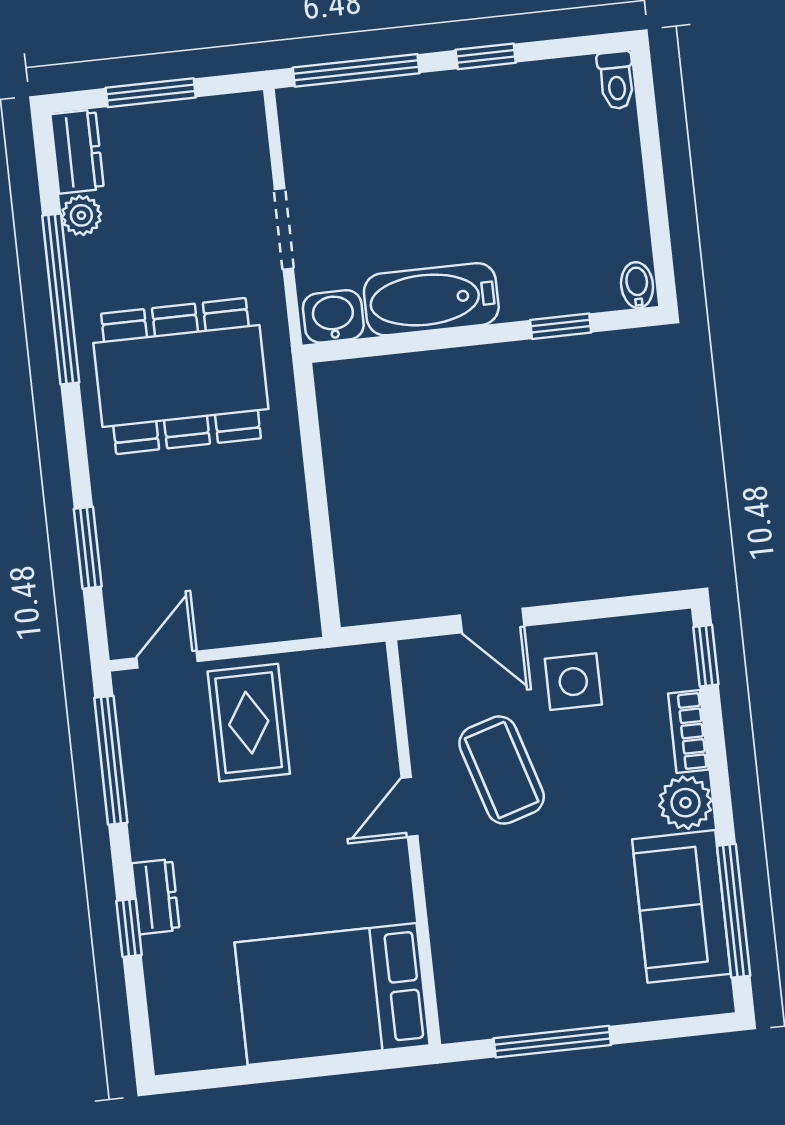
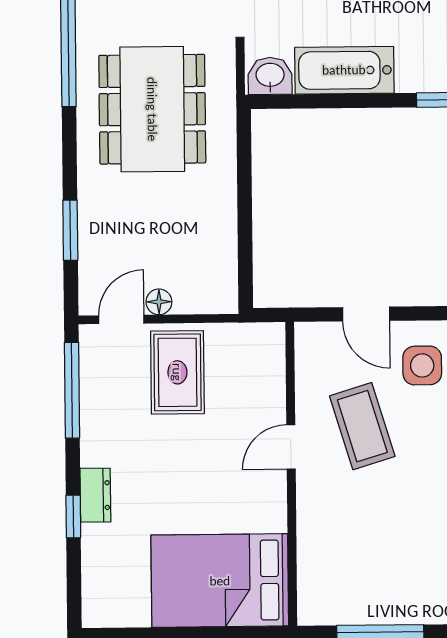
dining table: (181, 376) -> (152, 109), turned 90
floor lamp: (215, 631) -> (159, 302), added

